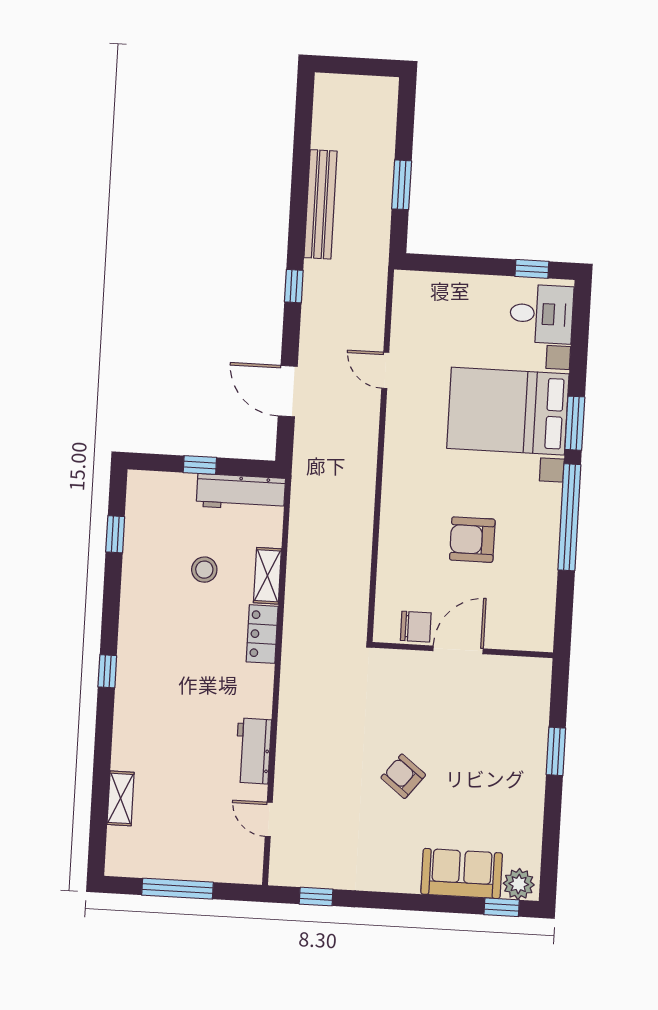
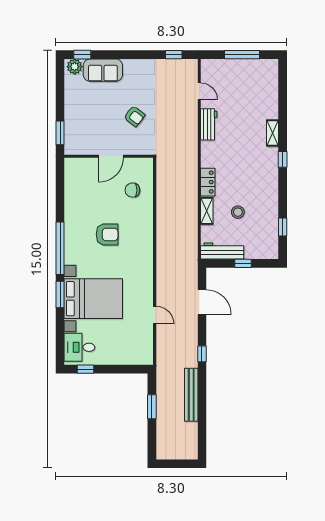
door: (458, 650) -> (111, 156), moved
wall: (463, 650) -> (109, 156), moved
shelving: (121, 798) -> (273, 133), moved

